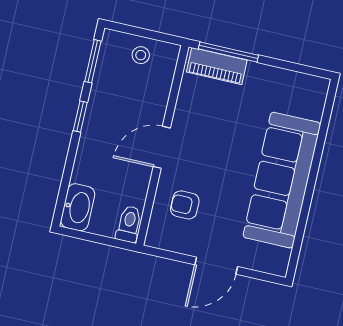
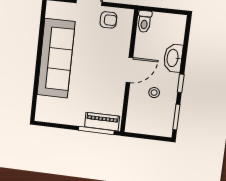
stool: (141, 55) -> (154, 93), moved
armchair: (185, 205) -> (108, 20), moved
washbasin: (78, 207) -> (173, 58), moved

